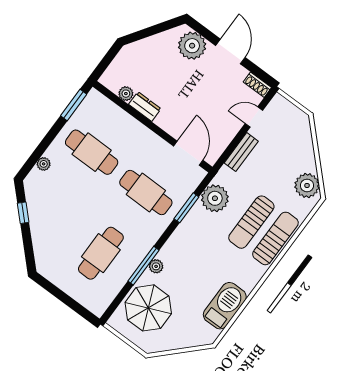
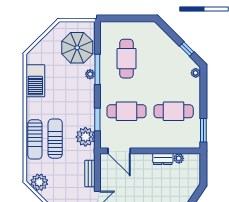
plant: (44, 164) -> (196, 73), moved

